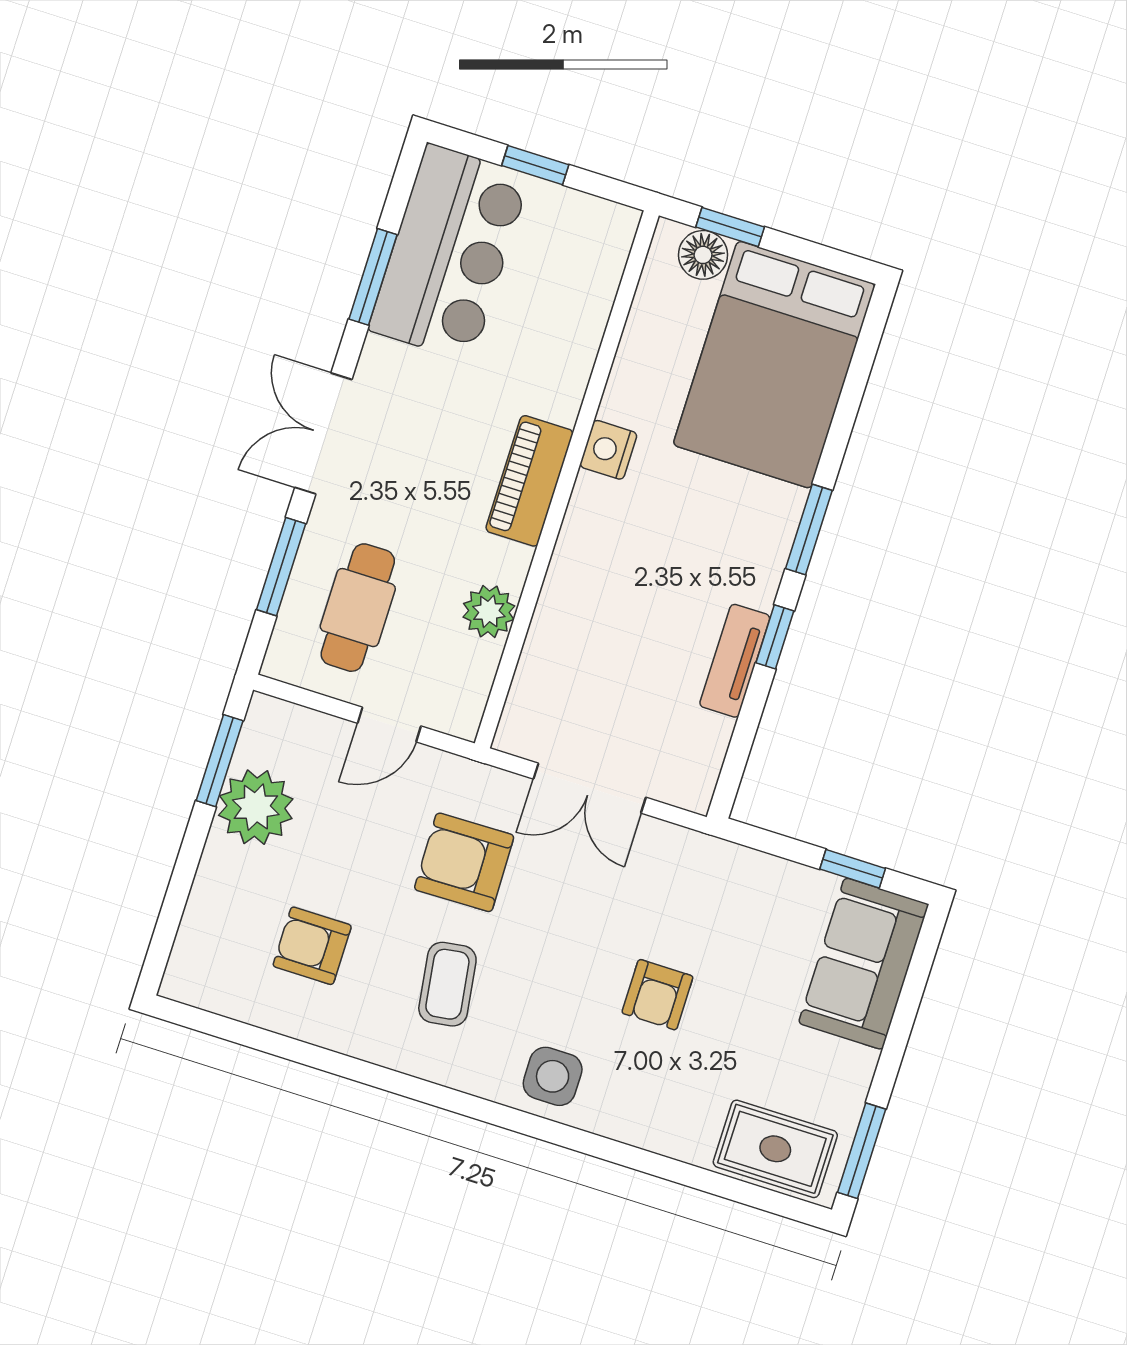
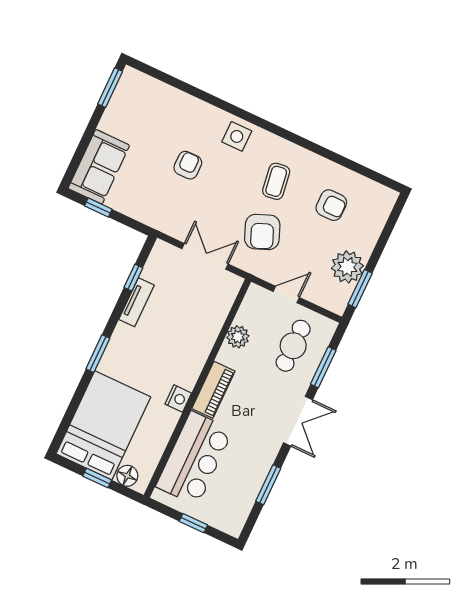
window: (730, 227) -> (97, 478), moved
bar counter: (449, 253) -> (194, 458), moved, turned 180
window: (775, 637) -> (133, 278), moved
armchair: (464, 862) -> (262, 232), turned 69
rug: (775, 1149) -> (147, 93), removed

